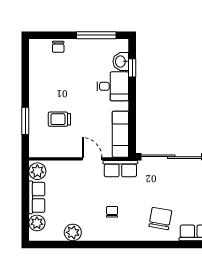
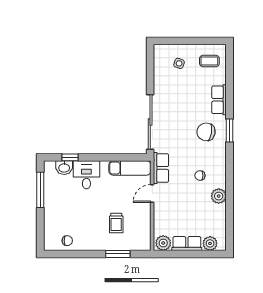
chair: (58, 47) -> (67, 241), moved
plant: (73, 232) -> (219, 196), moved
window: (162, 245) -> (230, 131), added

